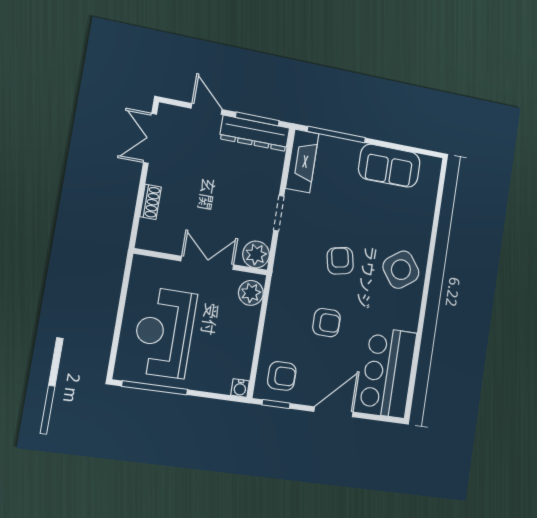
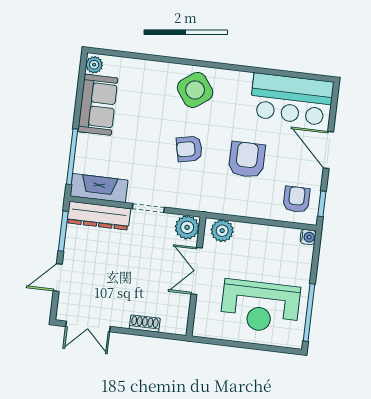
dresser: (255, 133) -> (99, 216), moved, turned 90
plant: (430, 165) -> (94, 65), added
armchair: (326, 323) -> (247, 160), width x1.38, depth x1.38

